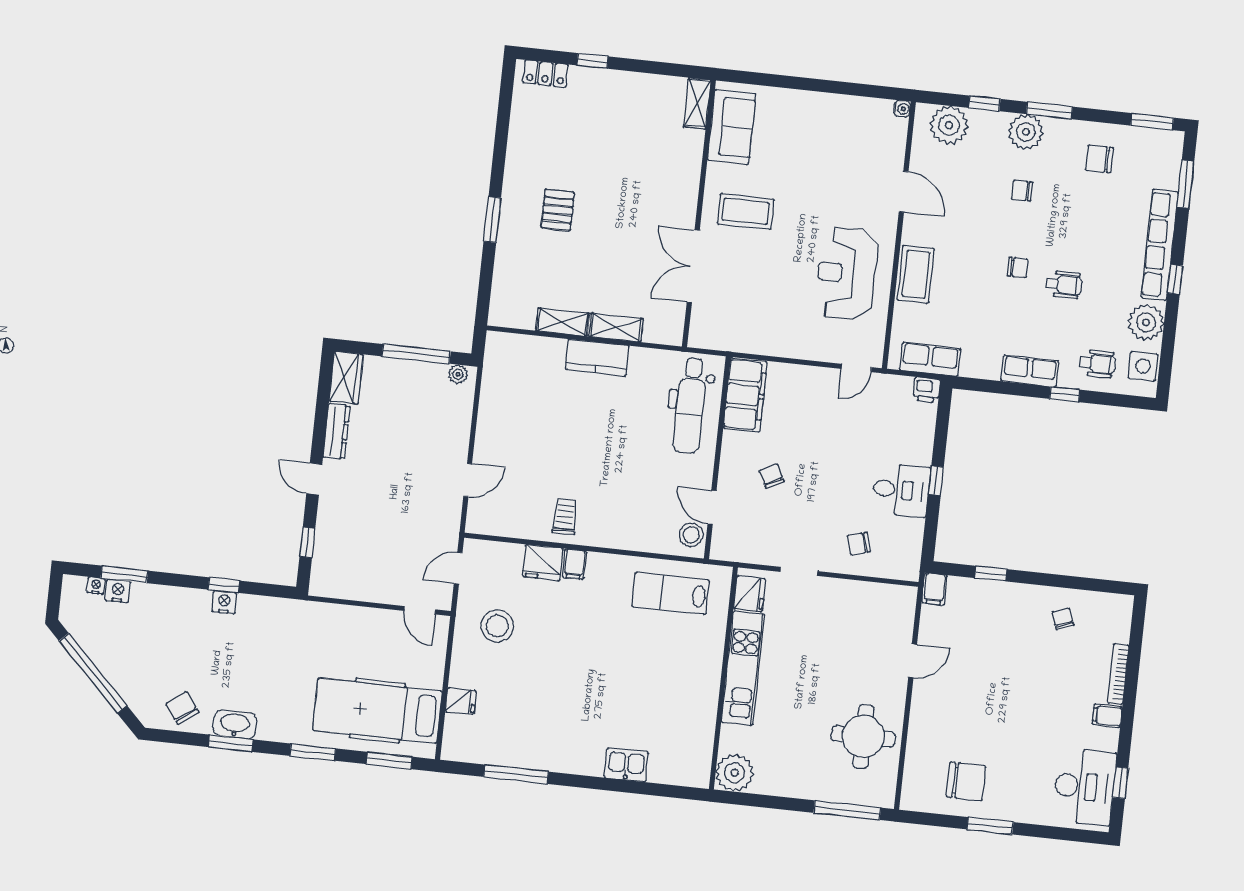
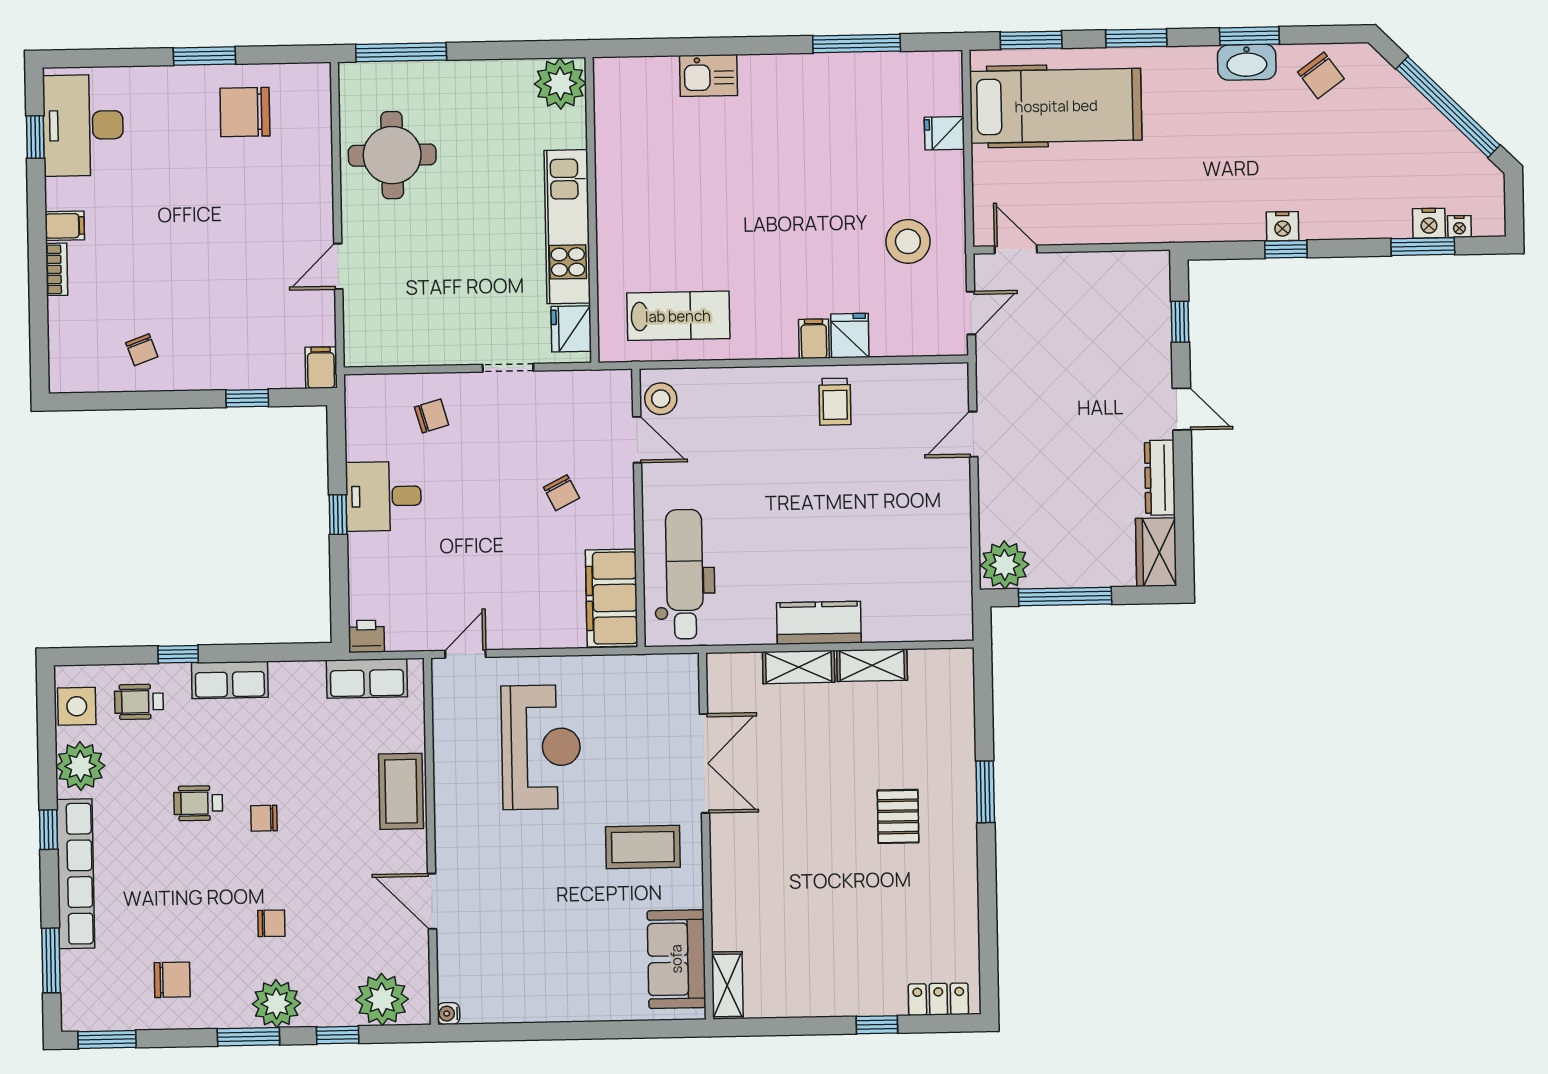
reception desk: (847, 274) -> (541, 747), moved
plant: (458, 374) -> (1005, 565), width x1.88, depth x1.88
fridge: (543, 562) -> (850, 336), width x0.72
bookcase: (1118, 674) -> (57, 269), width x0.64

